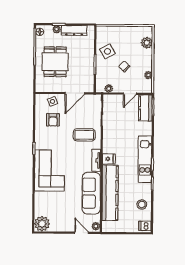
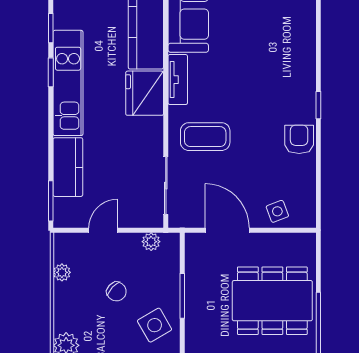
dining table: (55, 62) -> (272, 301), width x1.37
door: (75, 93) -> (227, 230), hinge flipped
kitchen counter: (145, 108) -> (68, 167), moved
armchair: (53, 120) -> (299, 139), moved
fridge: (109, 159) -> (145, 93), width x1.88, depth x1.34
corner sofa: (49, 171) -> (283, 55), removed

